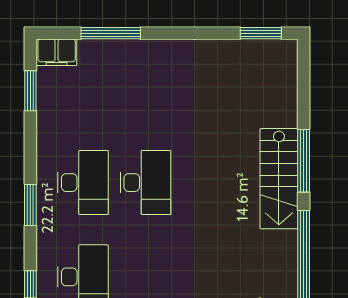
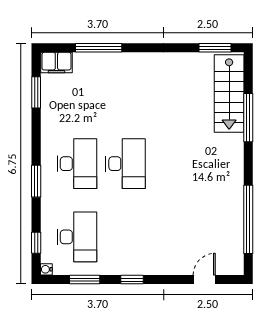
window: (304, 161) -> (248, 118), moved
stairs: (279, 179) -> (229, 93), moved

